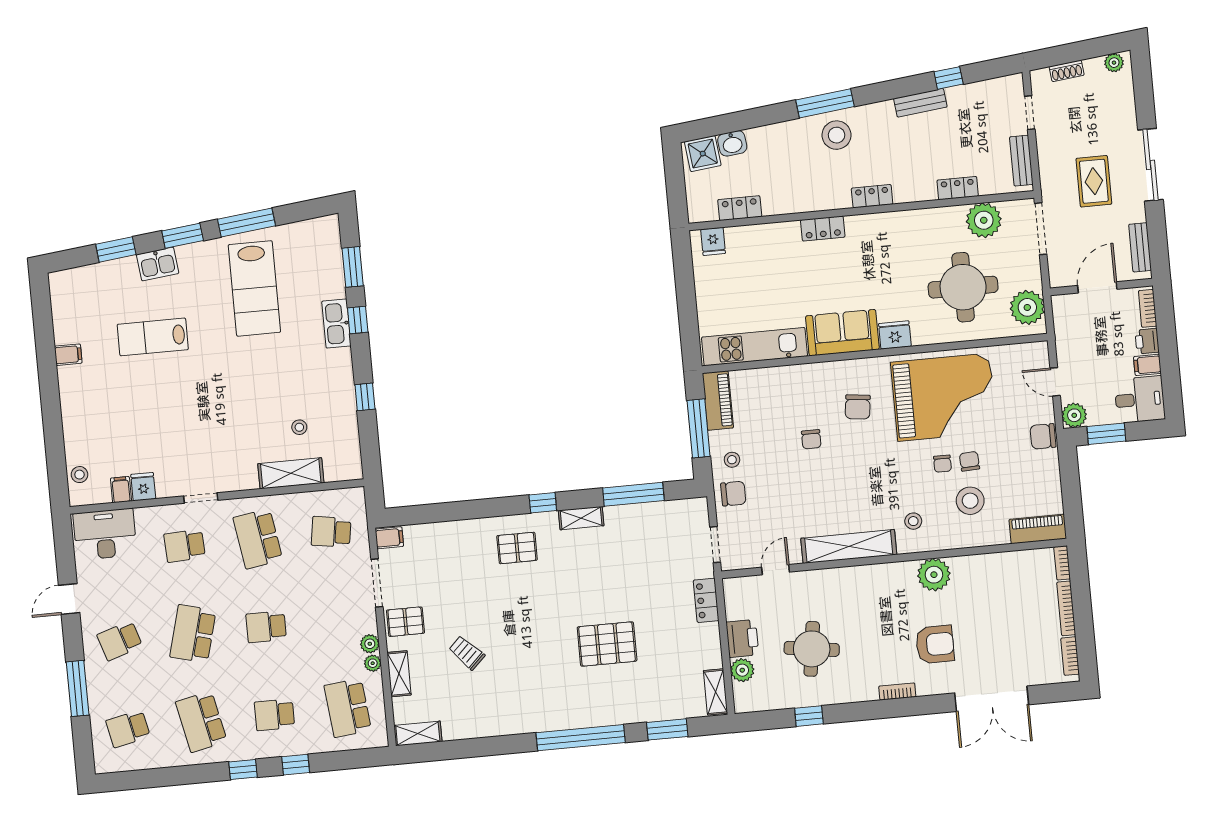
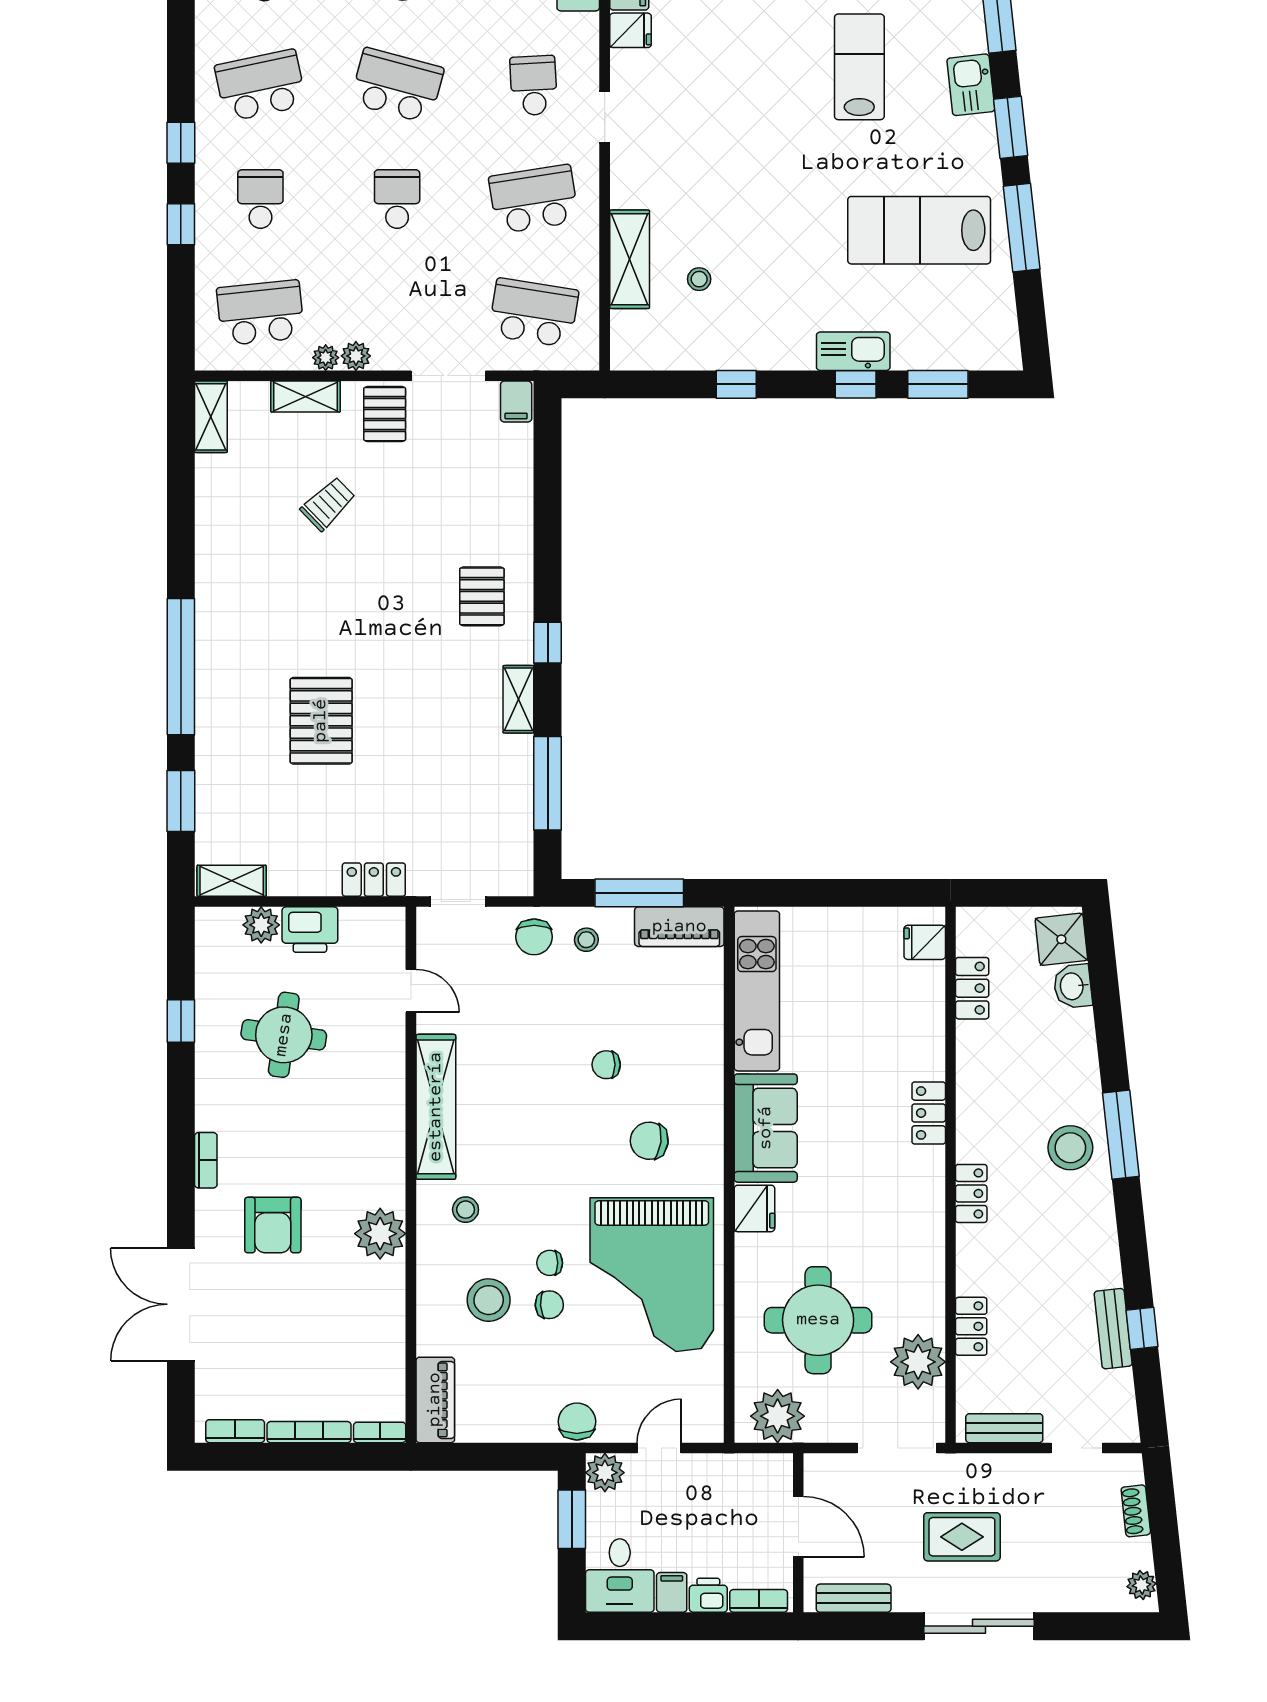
bench: (920, 103) -> (1113, 1329), moved
school desk: (331, 532) -> (534, 313), width x1.85

